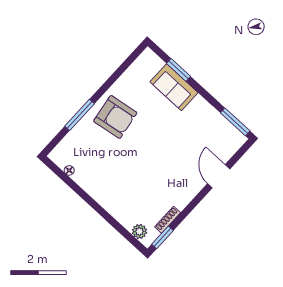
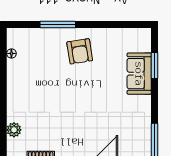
armchair: (115, 117) -> (80, 51), width x0.73, depth x0.73
plant: (139, 231) -> (14, 130), moved

